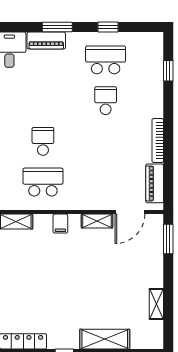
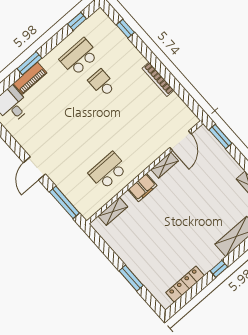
window: (108, 27) -> (77, 21), moved
school desk: (43, 141) -> (85, 145), removed
piano: (155, 183) -> (180, 109), removed
filing cabinet: (60, 224) -> (143, 188), width x2.00

